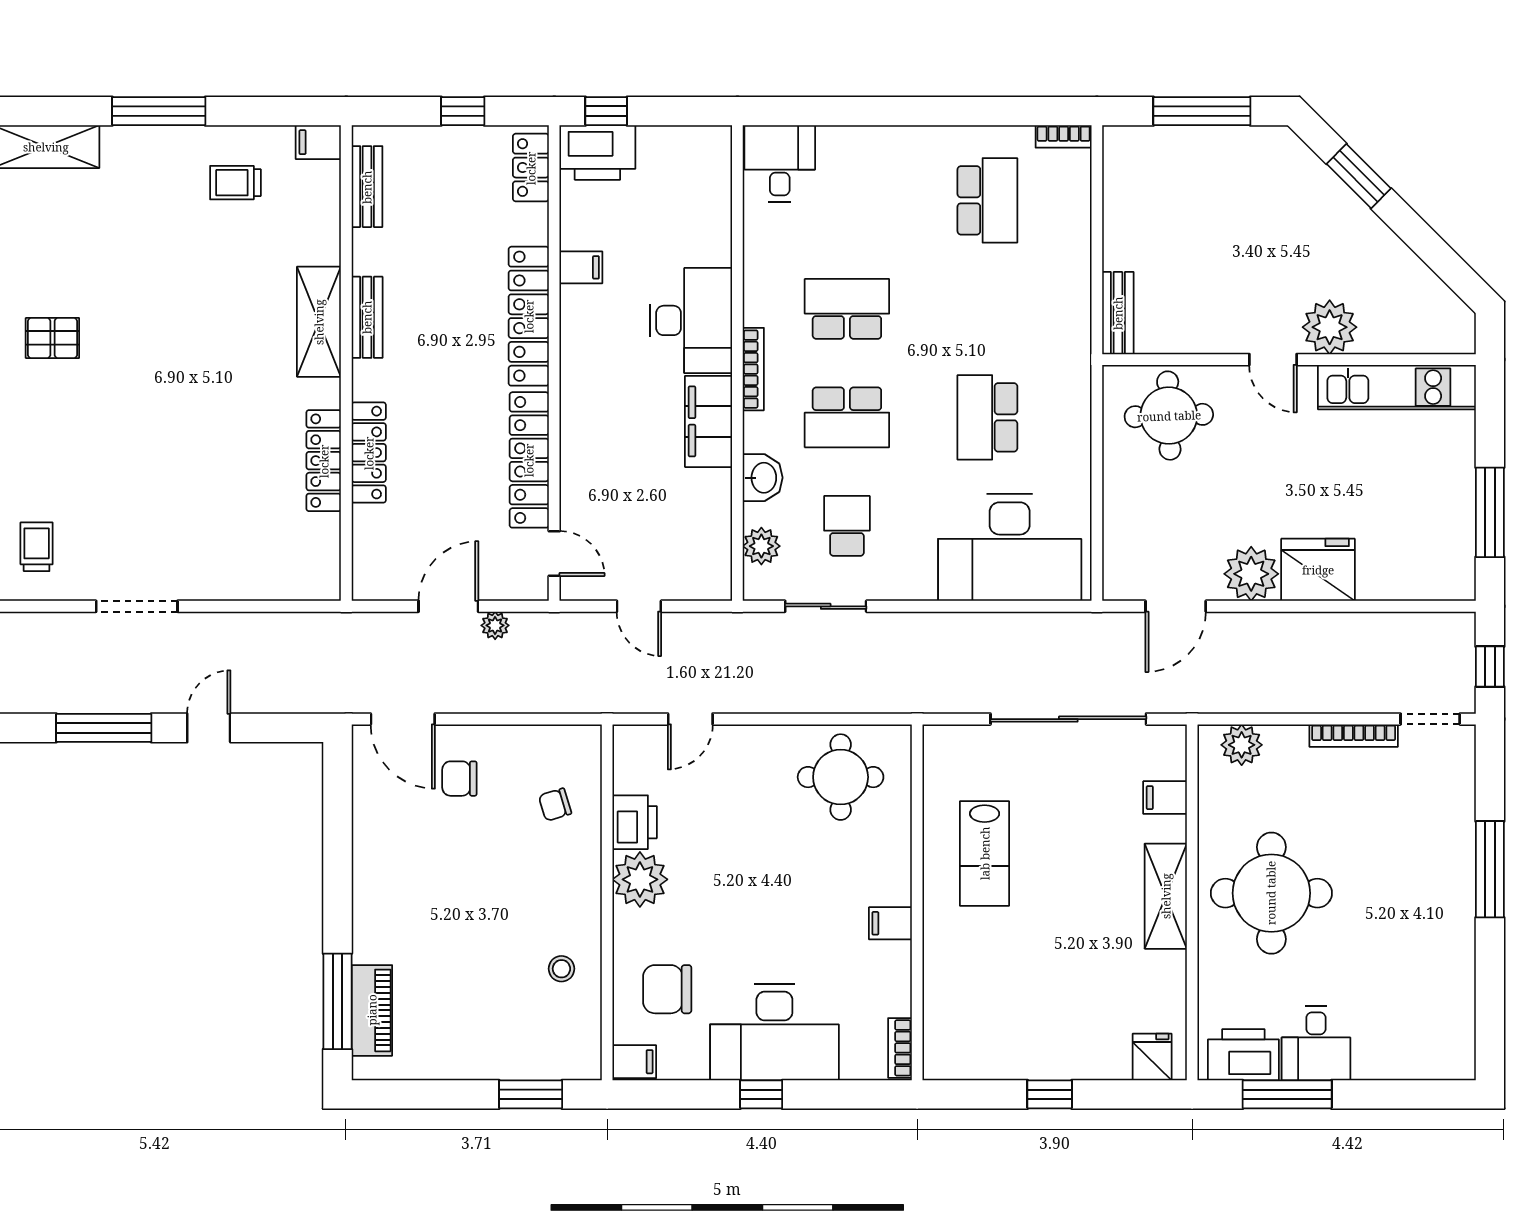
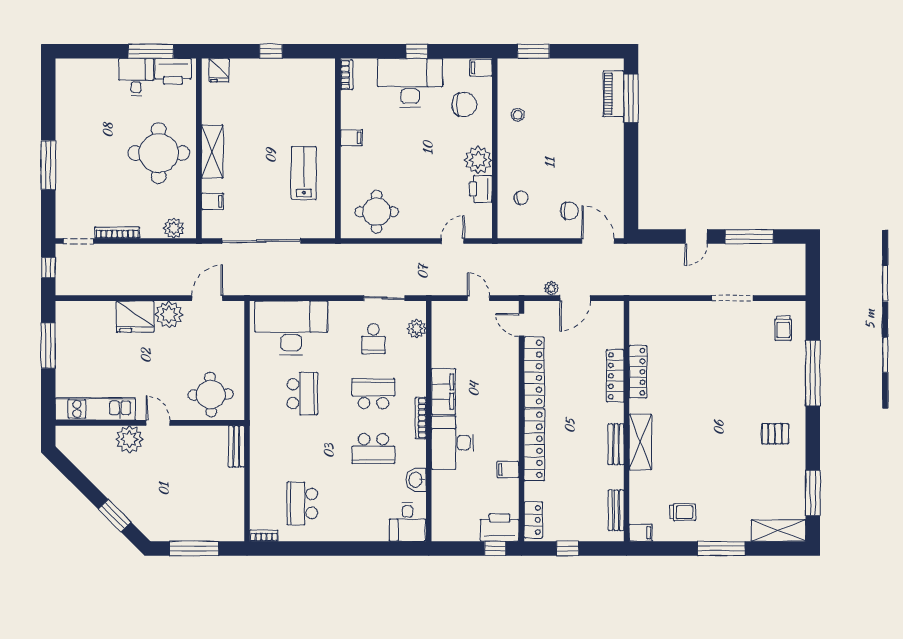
washbasin: (763, 478) -> (416, 480), moved

